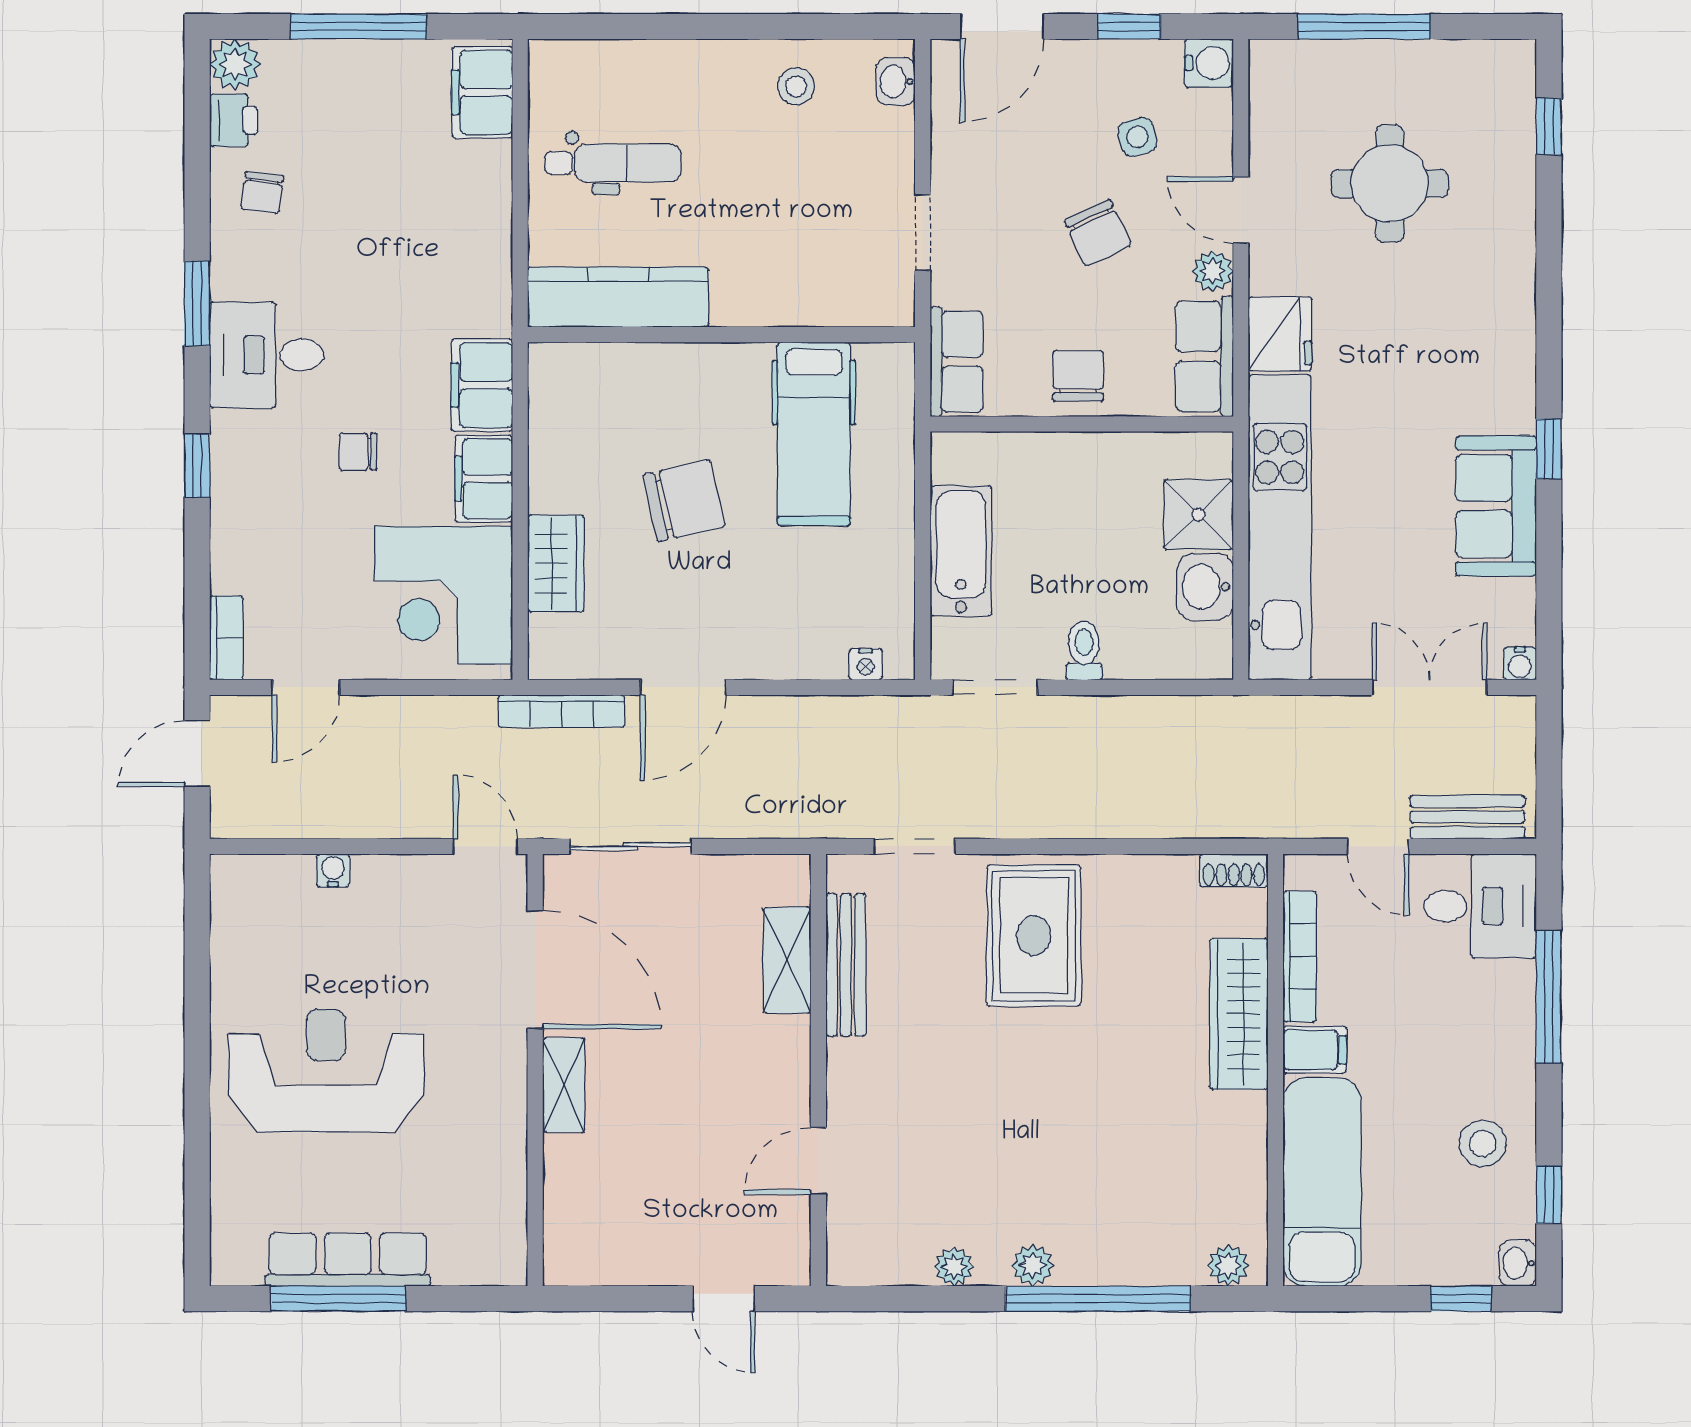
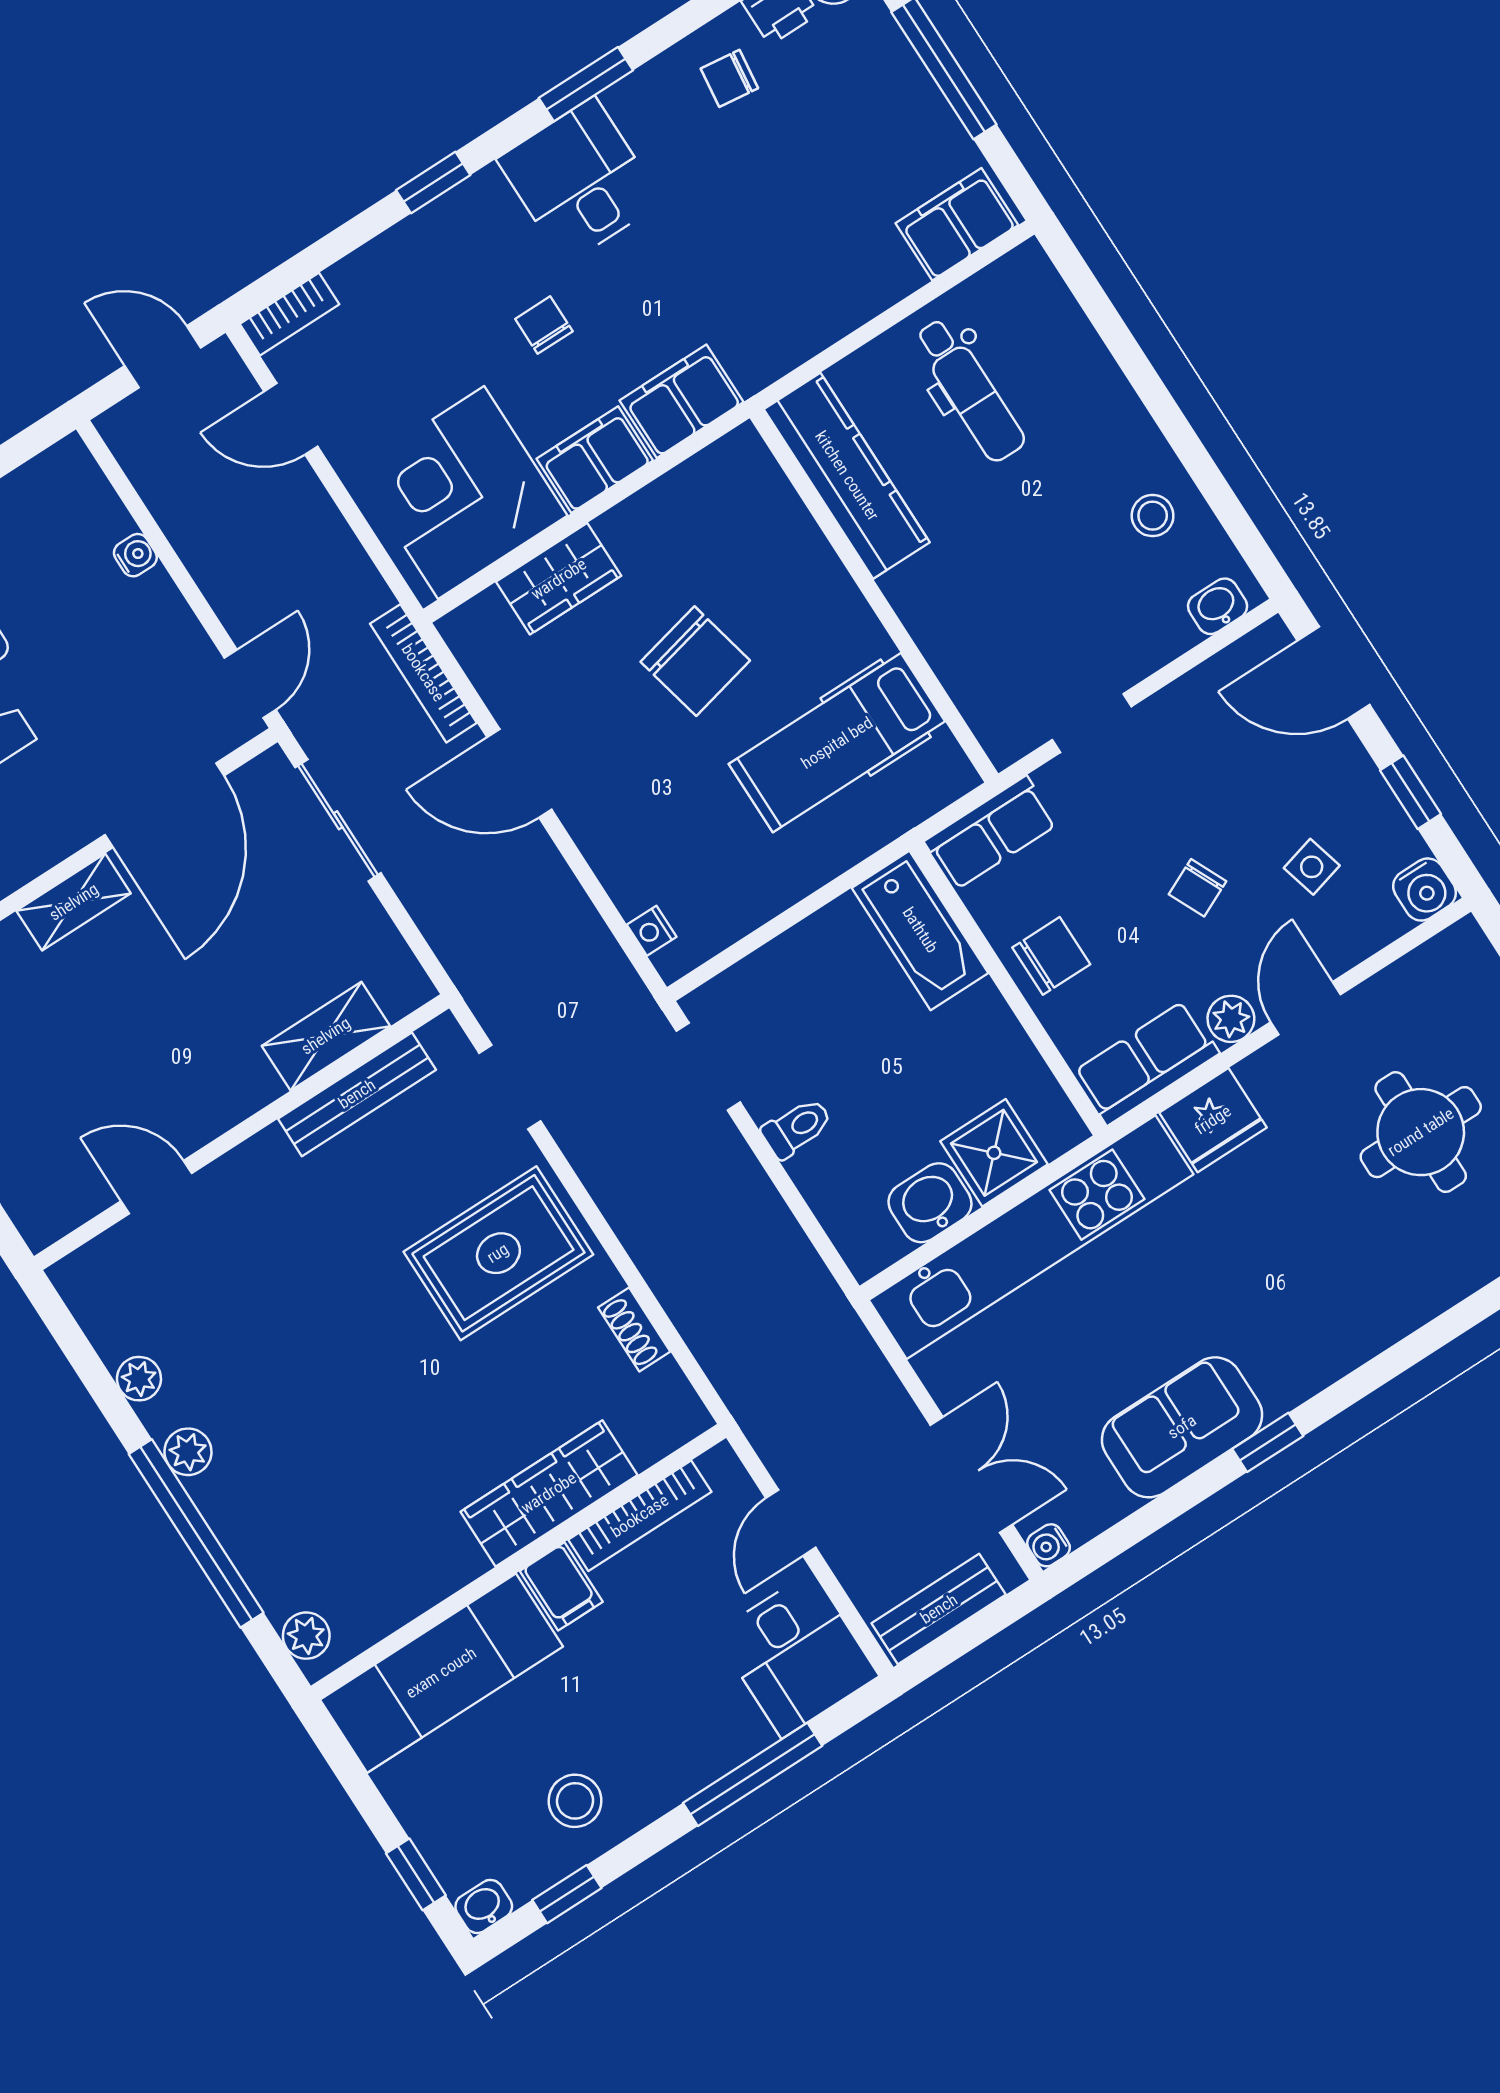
chair: (1098, 233) -> (1198, 888), width x0.73, depth x0.73
bathtub: (961, 551) -> (920, 930), moved, turned 90
bench: (1467, 817) -> (939, 1609), moved, turned 90
shoe rack: (1234, 870) -> (634, 1329), moved

